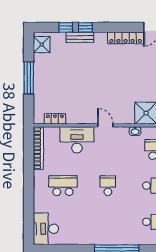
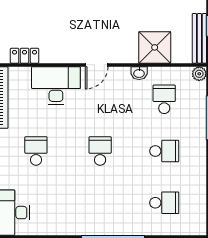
door: (105, 125) -> (97, 65), swing flipped
school desk: (63, 186) -> (36, 151), width x0.54

